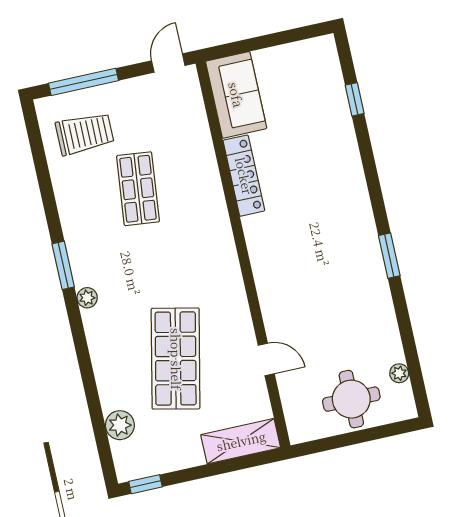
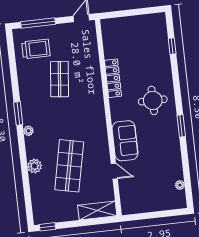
sofa: (236, 95) -> (125, 141), moved
round table: (351, 399) -> (153, 100), moved
plant: (120, 425) -> (35, 166), moved

